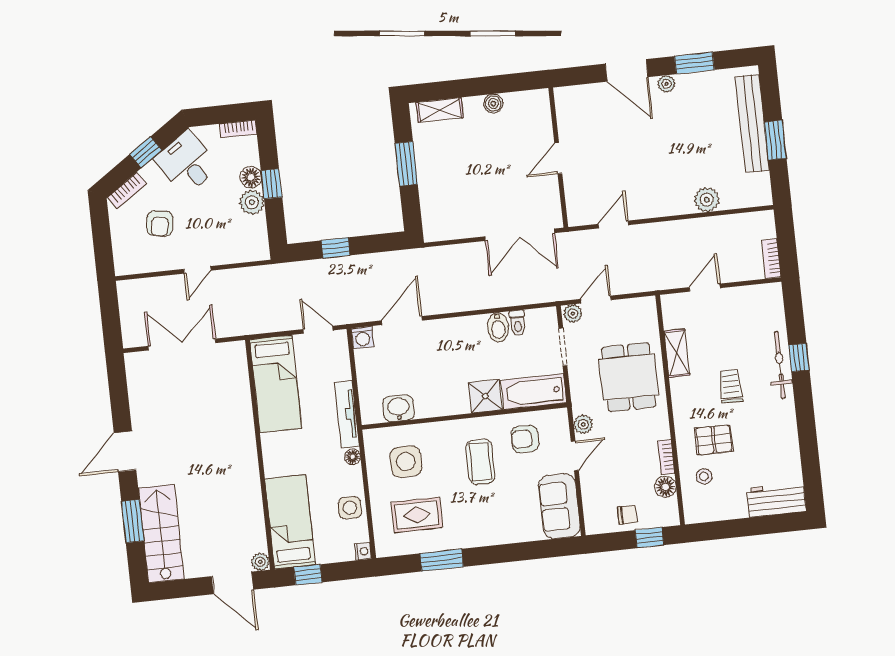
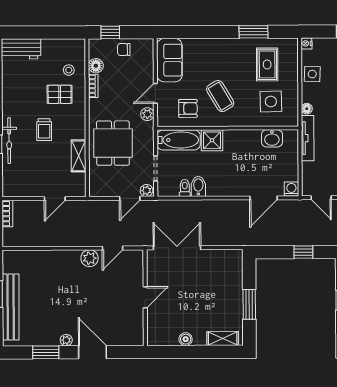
plant: (707, 200) -> (90, 258), moved
coffee table: (480, 462) -> (220, 96), turned -31
rug: (417, 515) -> (267, 64), turned 90

